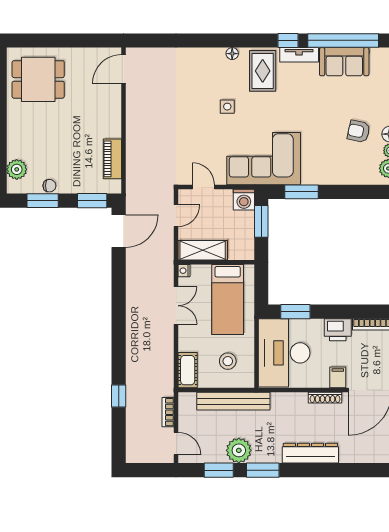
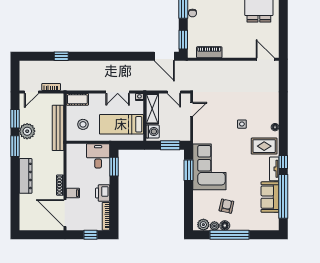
corner sofa: (264, 159) -> (209, 167), moved
washing machine: (244, 200) -> (153, 131), moved, turned 180
desk: (284, 353) -> (98, 156), width x0.53, depth x0.77

